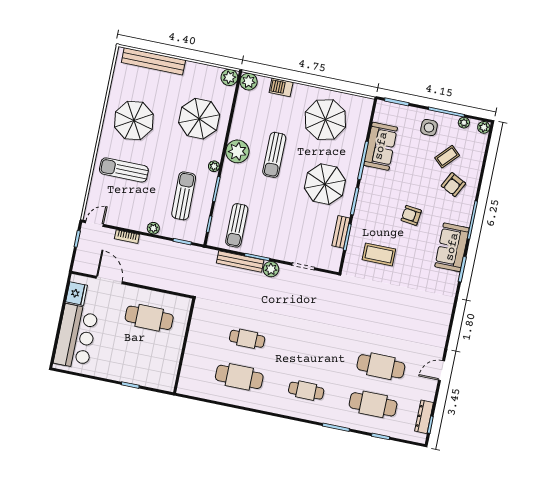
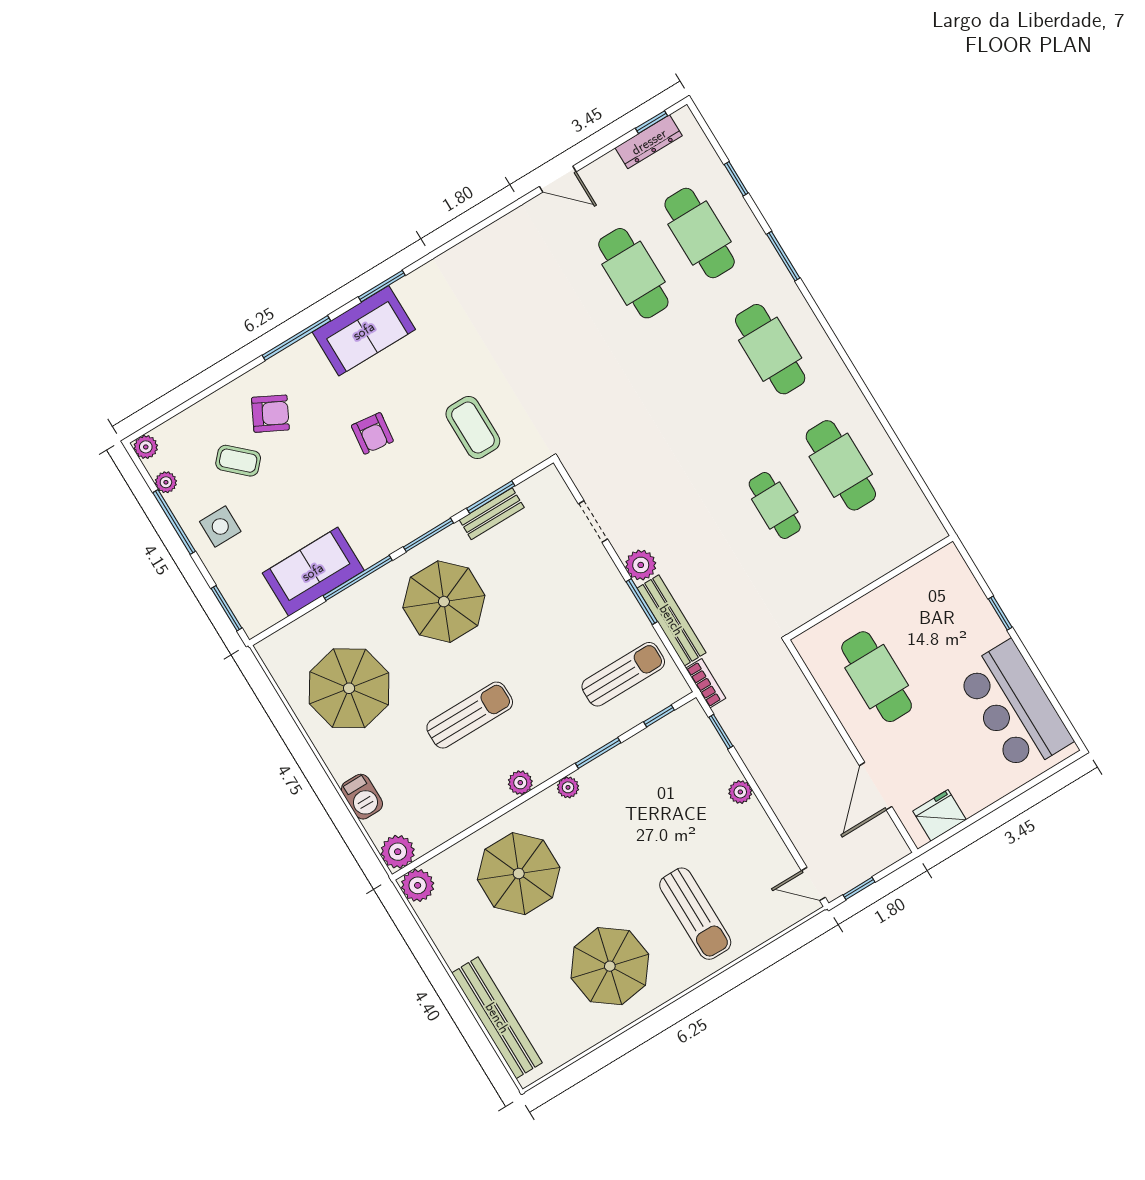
plant: (237, 151) -> (520, 783), width x0.53, depth x0.53
sun lounger: (184, 196) -> (652, 791), removed
bookcase: (127, 237) -> (706, 683), moved
bar counter: (76, 336) -> (1014, 707), moved, turned -90
cafe table: (306, 391) -> (770, 349), width x1.37, depth x1.35

